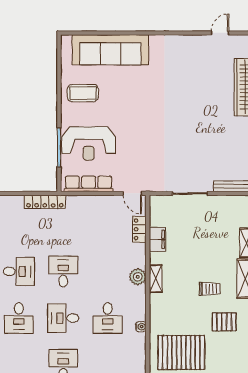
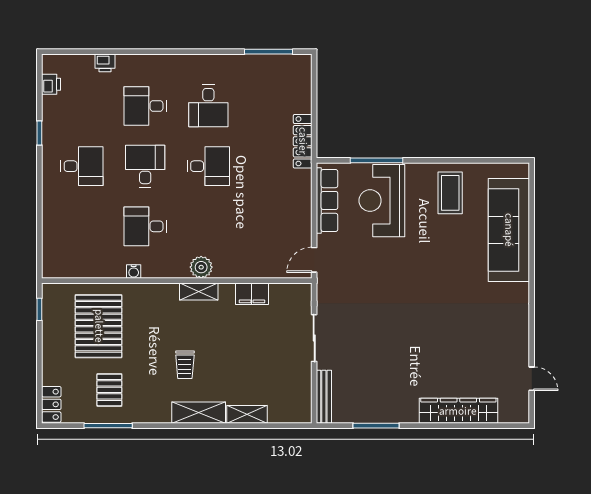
locker: (139, 229) -> (266, 269), removed
pallet: (224, 322) -> (109, 390), moved

